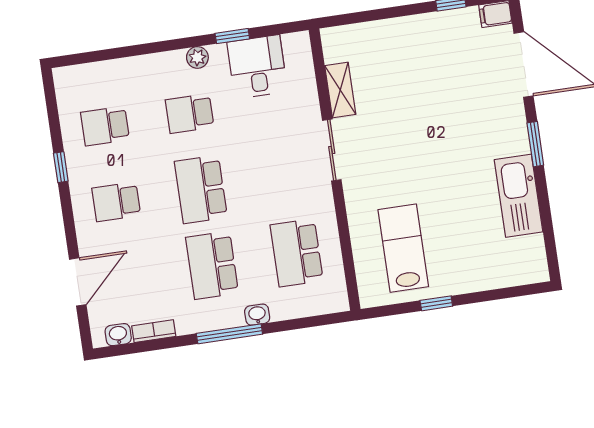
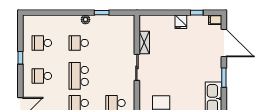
fridge: (417, 30) -> (181, 22), added
desk: (257, 67) -> (110, 27), removed

